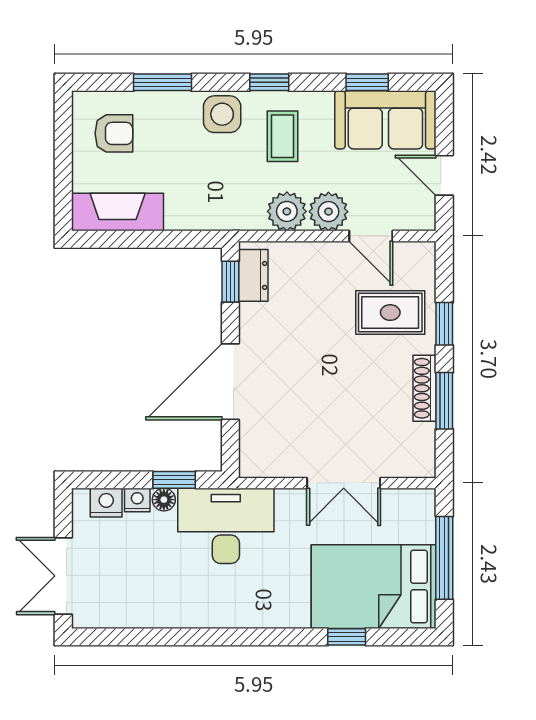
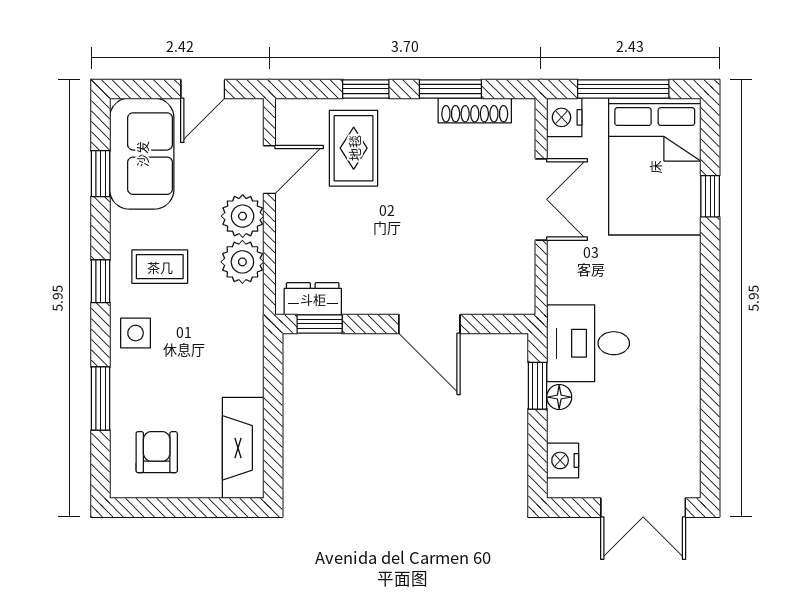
side table: (222, 114) -> (136, 333), width x0.73, depth x0.73
door: (230, 382) -> (429, 324), width x0.73
shoe rack: (425, 388) -> (475, 111), moved
nightstand: (137, 500) -> (564, 117), moved, width x1.39, depth x1.35
desk: (226, 526) -> (588, 343), width x0.73

